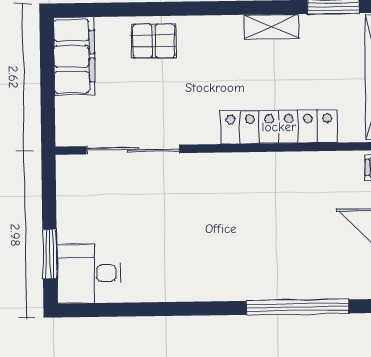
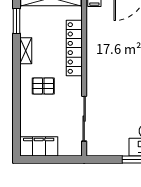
pallet: (154, 41) -> (43, 86), moved, turned 90

